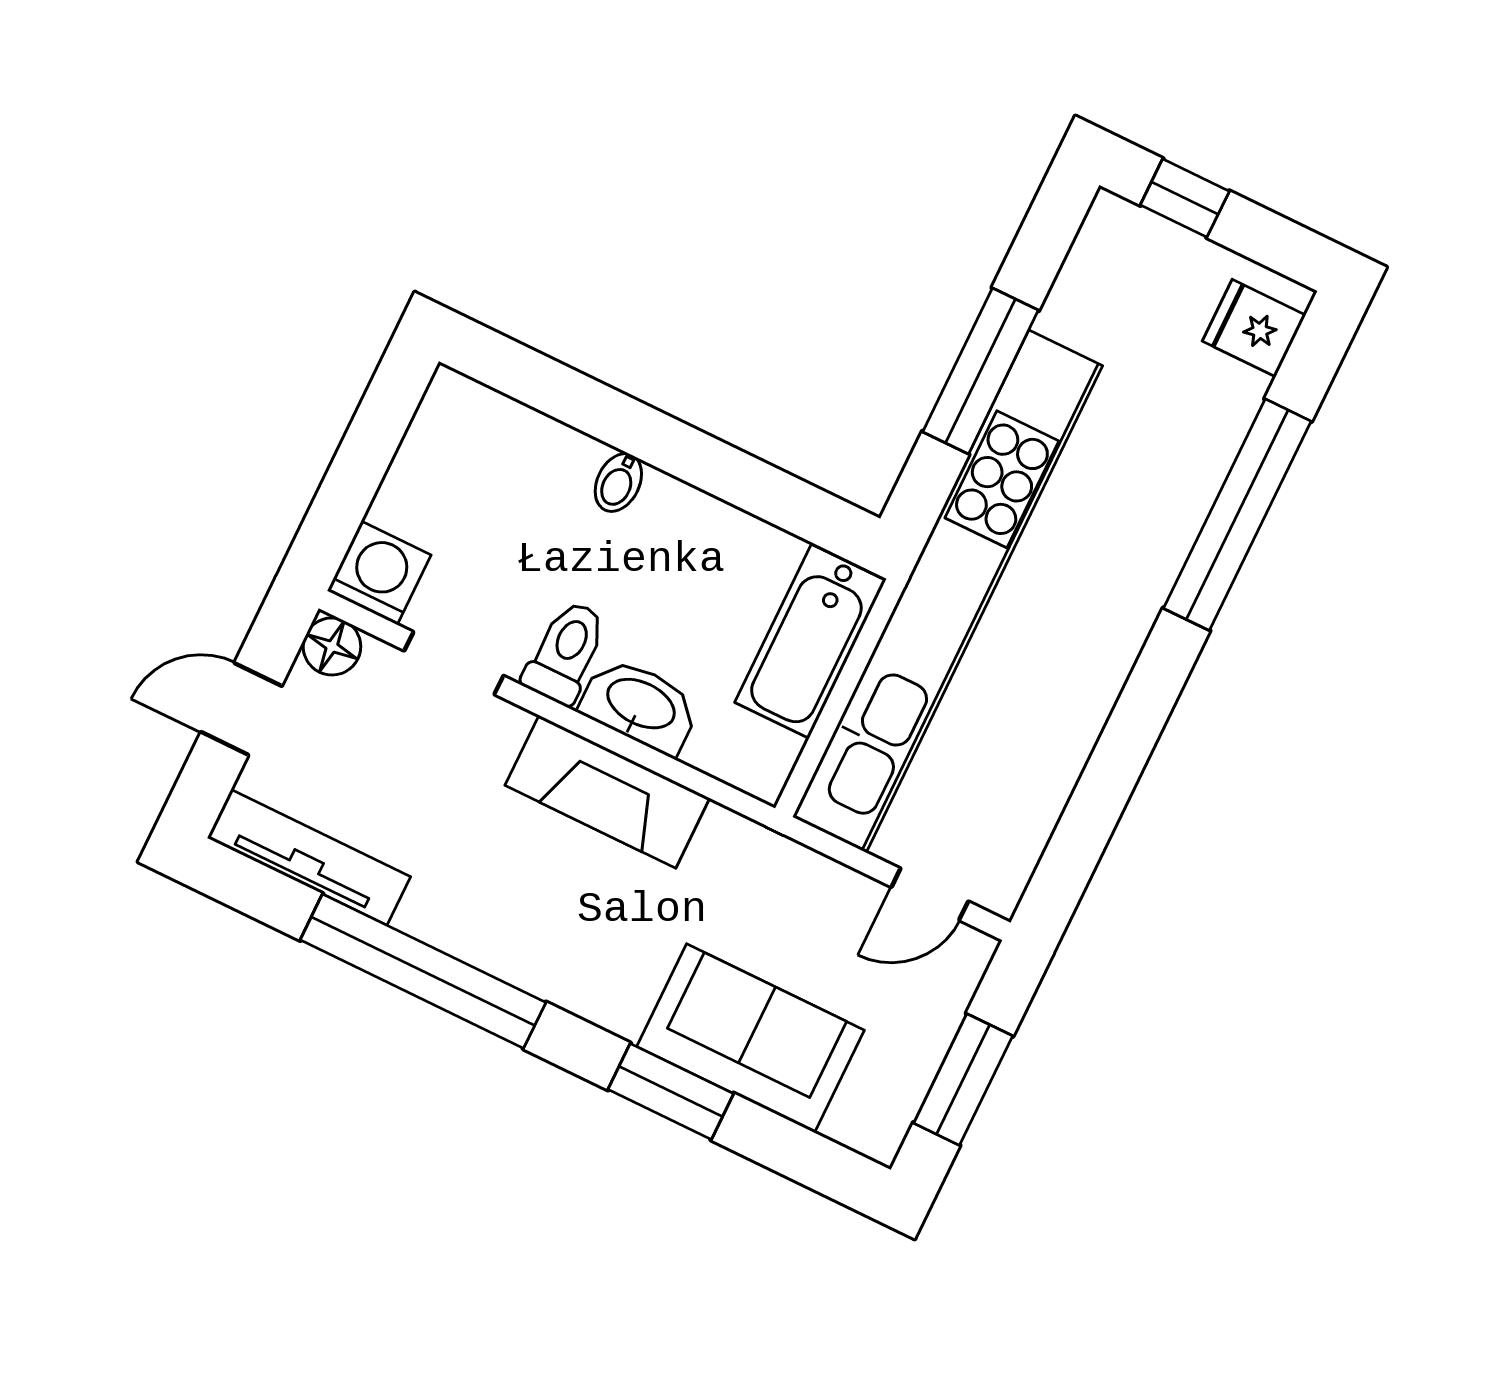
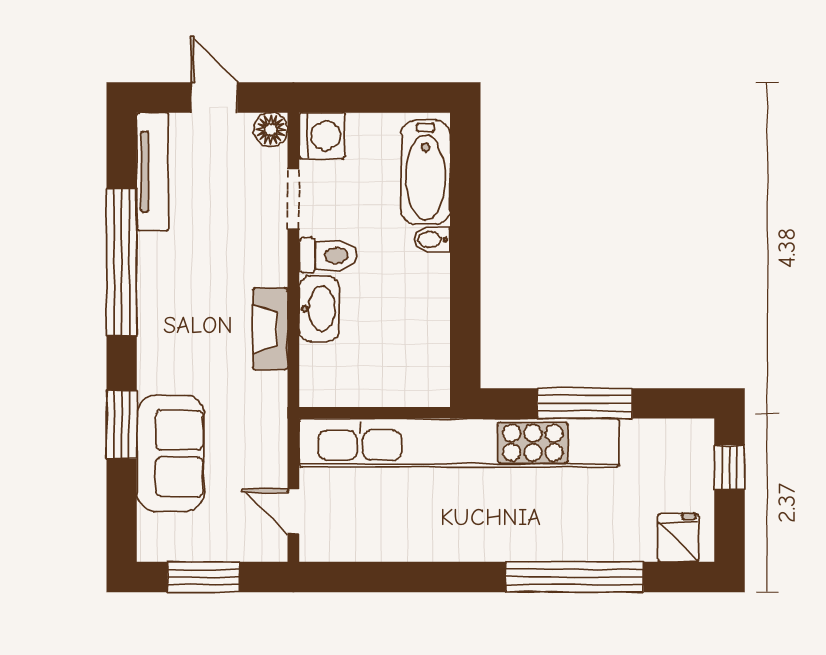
bathtub: (810, 641) -> (426, 172), moved, turned -90
fireplace: (607, 792) -> (270, 329), width x0.73, depth x0.76

